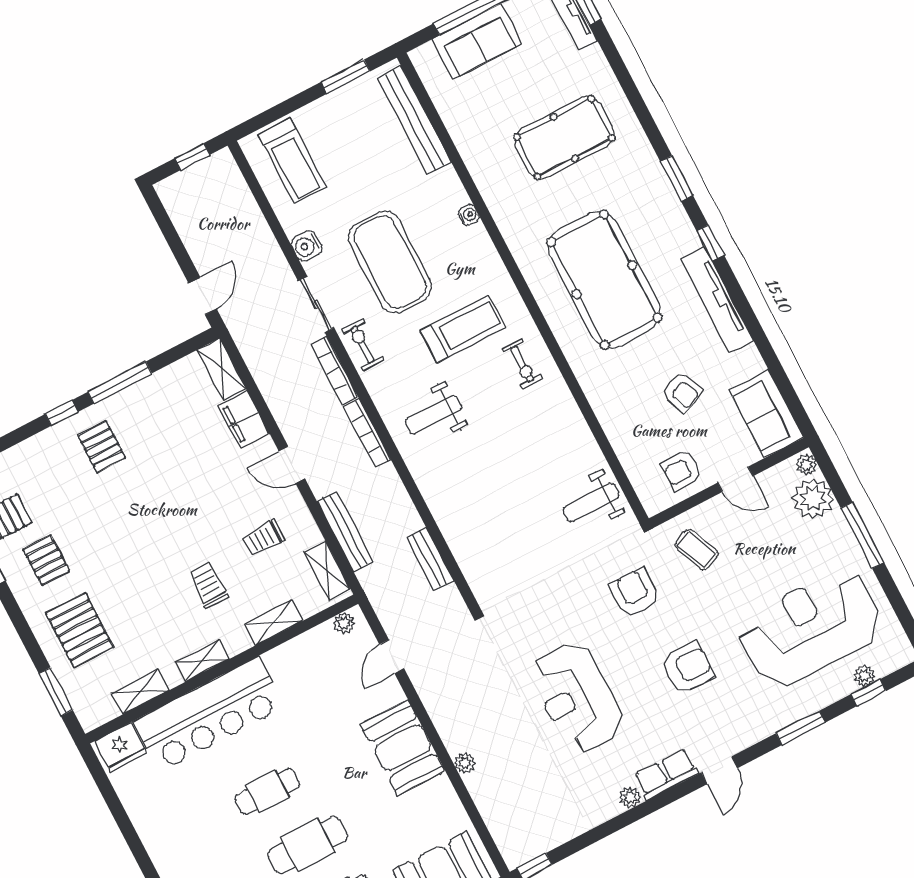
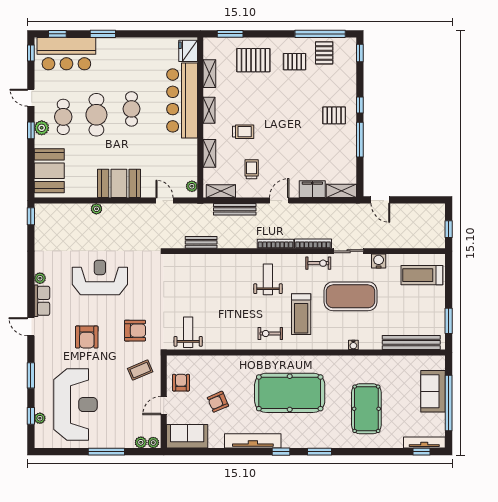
plant: (813, 498) -> (141, 442), width x0.53, depth x0.53

